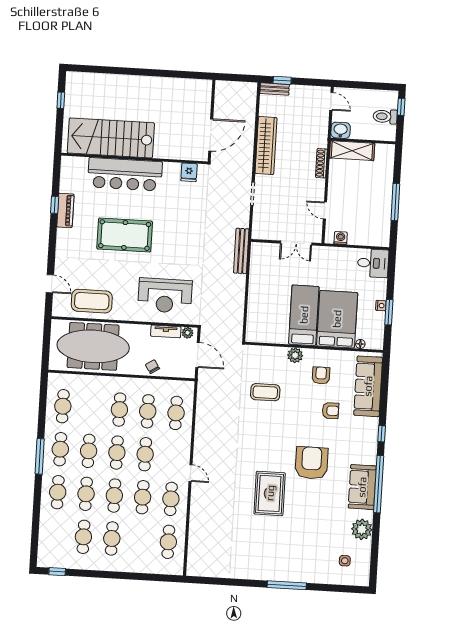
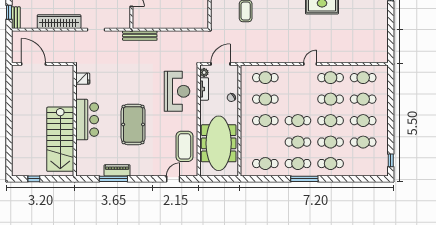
door: (211, 135) -> (33, 64), moved
bar counter: (125, 174) -> (87, 120), width x0.73
window: (55, 205) -> (113, 179), width x2.17
cafe table: (145, 454) -> (363, 99), moved

